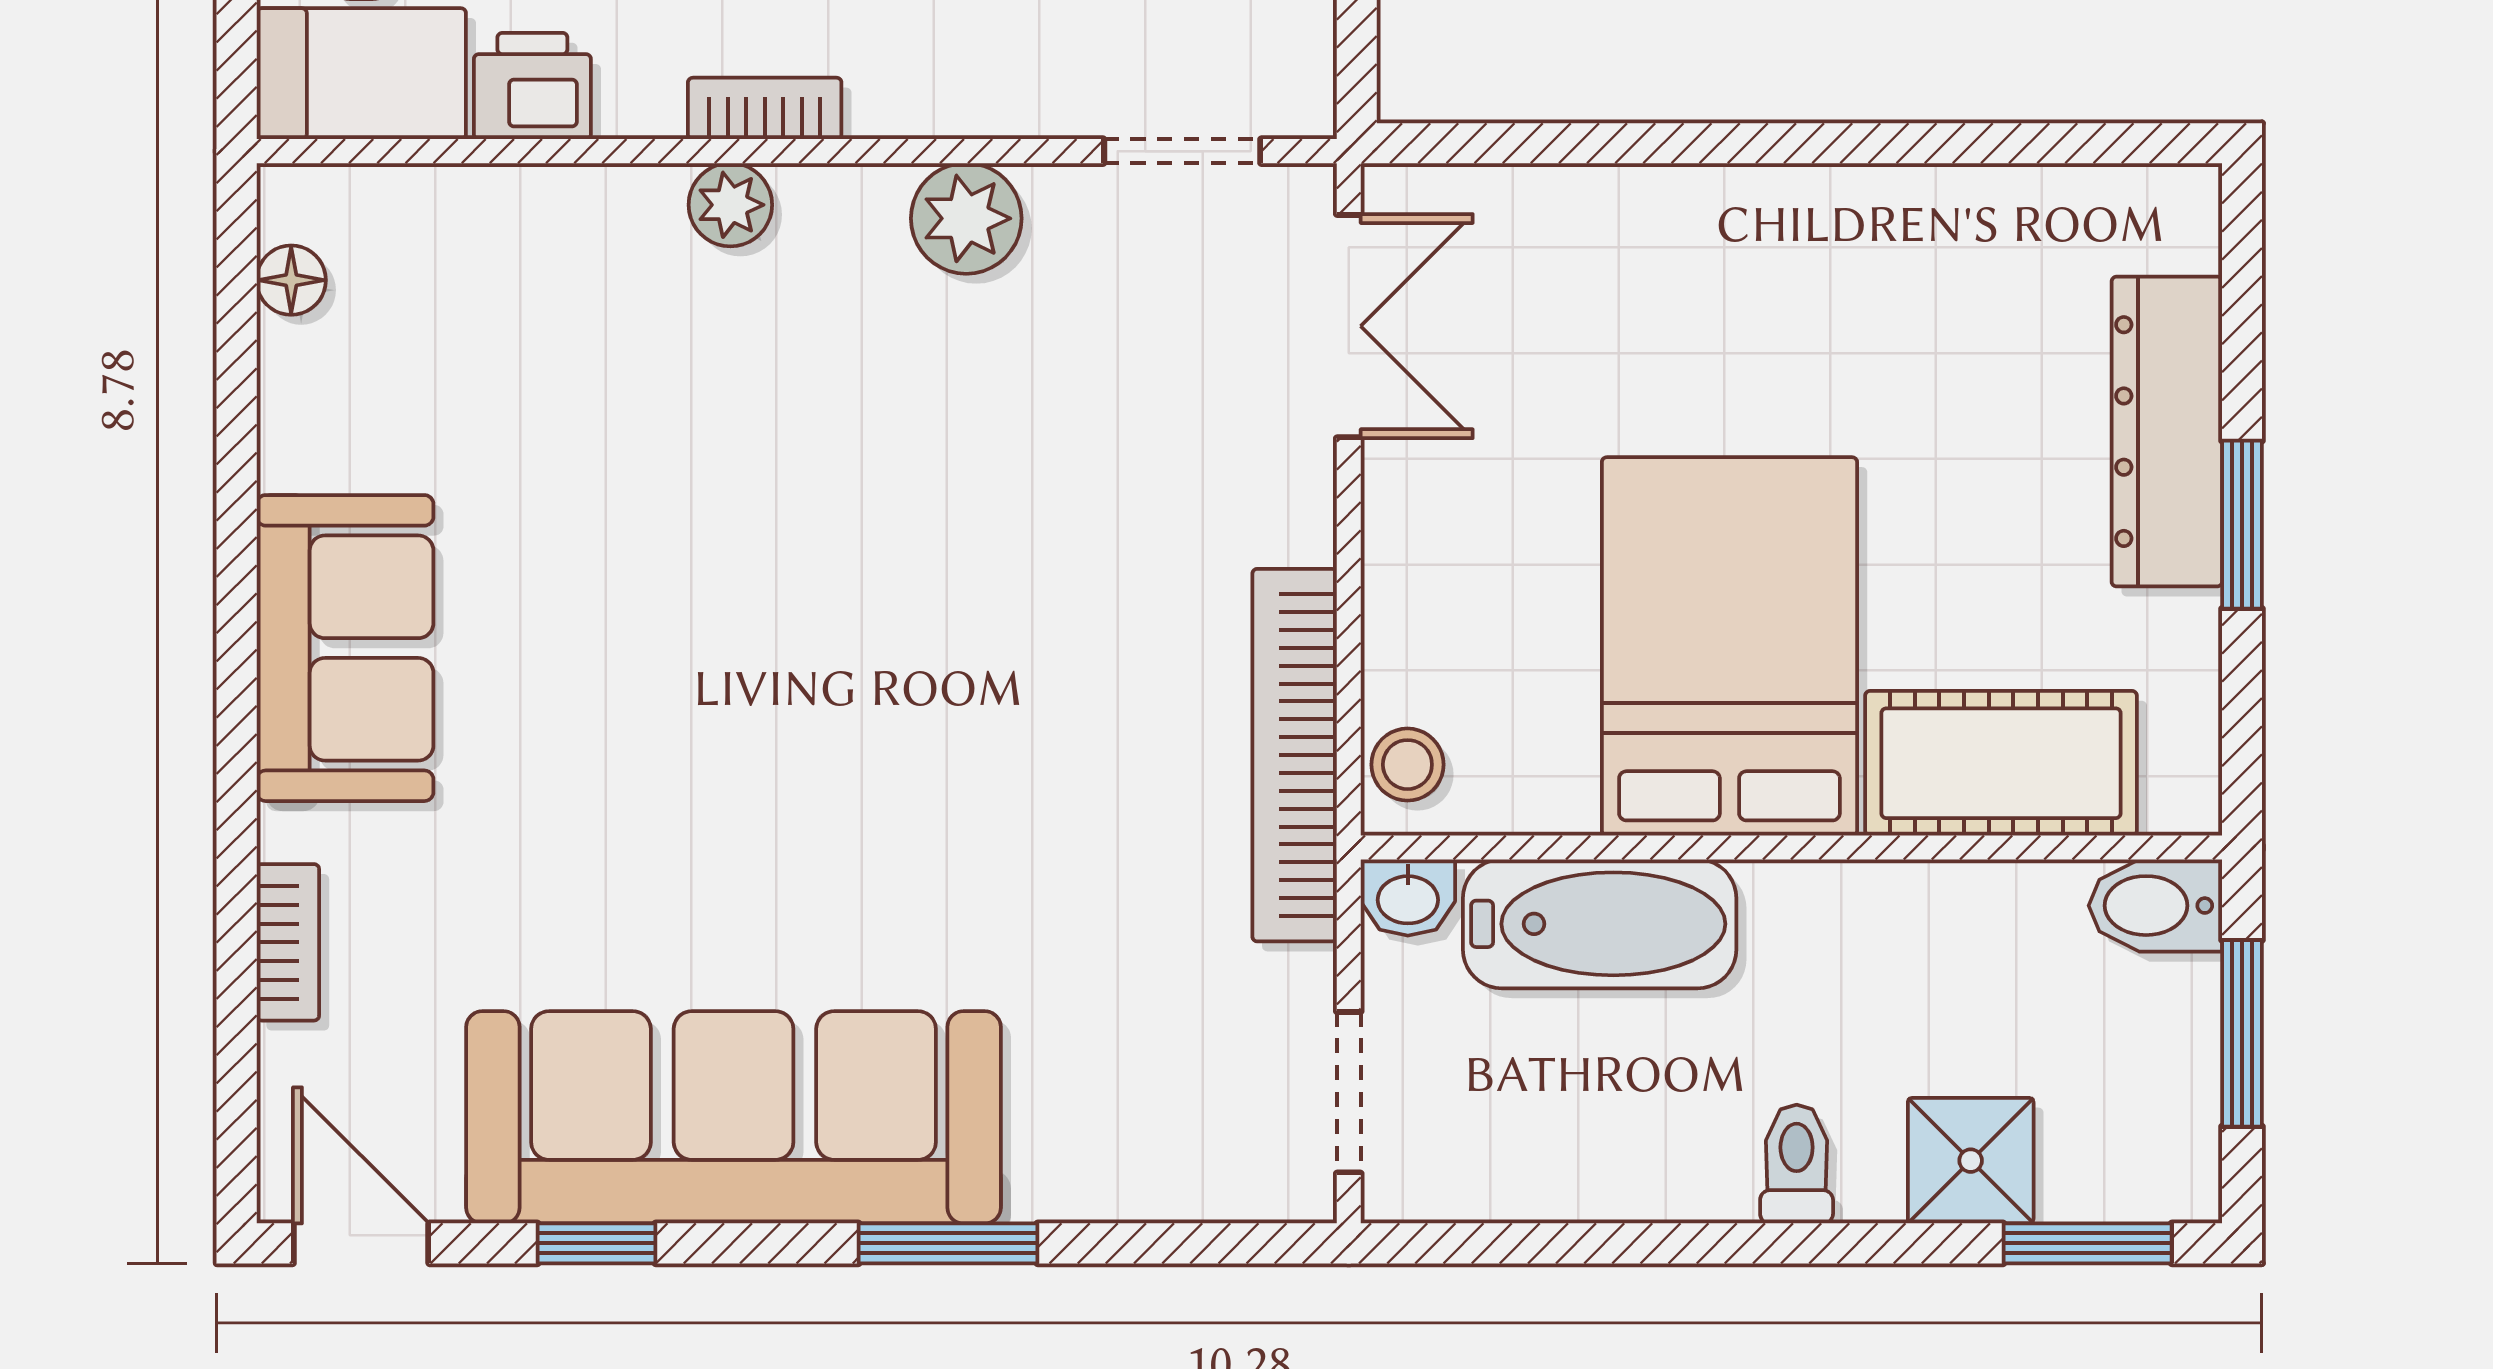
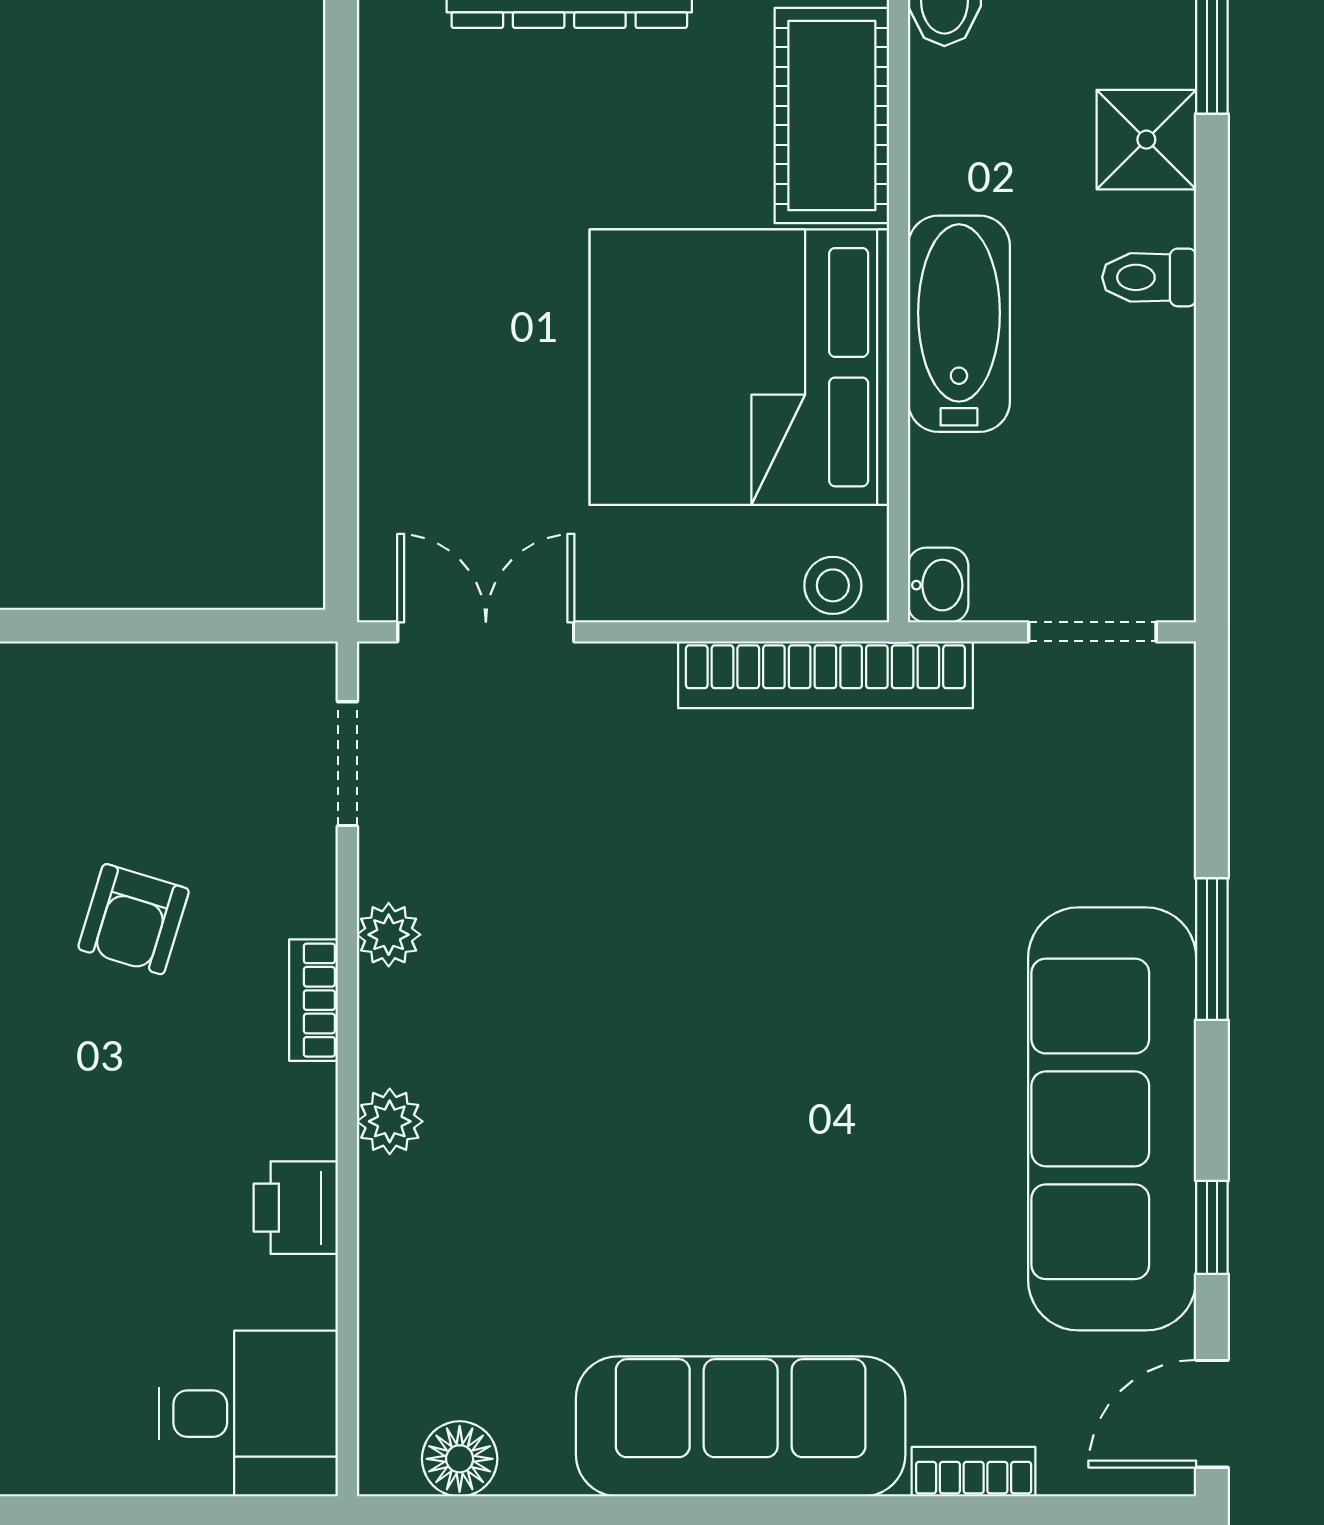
printer: (532, 86) -> (296, 1208), moved
bookcase: (765, 108) -> (314, 1000), moved
plant: (966, 218) -> (389, 935), width x0.73, depth x0.73
floor lamp: (291, 280) -> (460, 1459), width x1.37, depth x1.37
bed: (1729, 646) -> (739, 367), width x1.36
sofa: (345, 648) -> (741, 1426), width x1.36
bathtub: (1600, 924) -> (959, 324), moved

